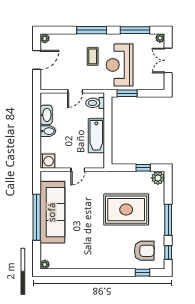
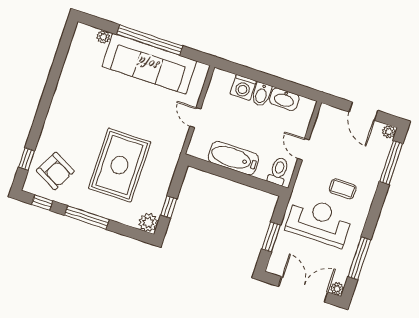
window: (92, 30) -> (391, 163), moved
double door: (168, 60) -> (303, 289), width x1.37
window: (127, 93) -> (271, 237), moved
washing machine: (47, 161) -> (243, 87), moved
armchair: (144, 251) -> (55, 171), turned -62
plant: (45, 265) -> (103, 37), moved

